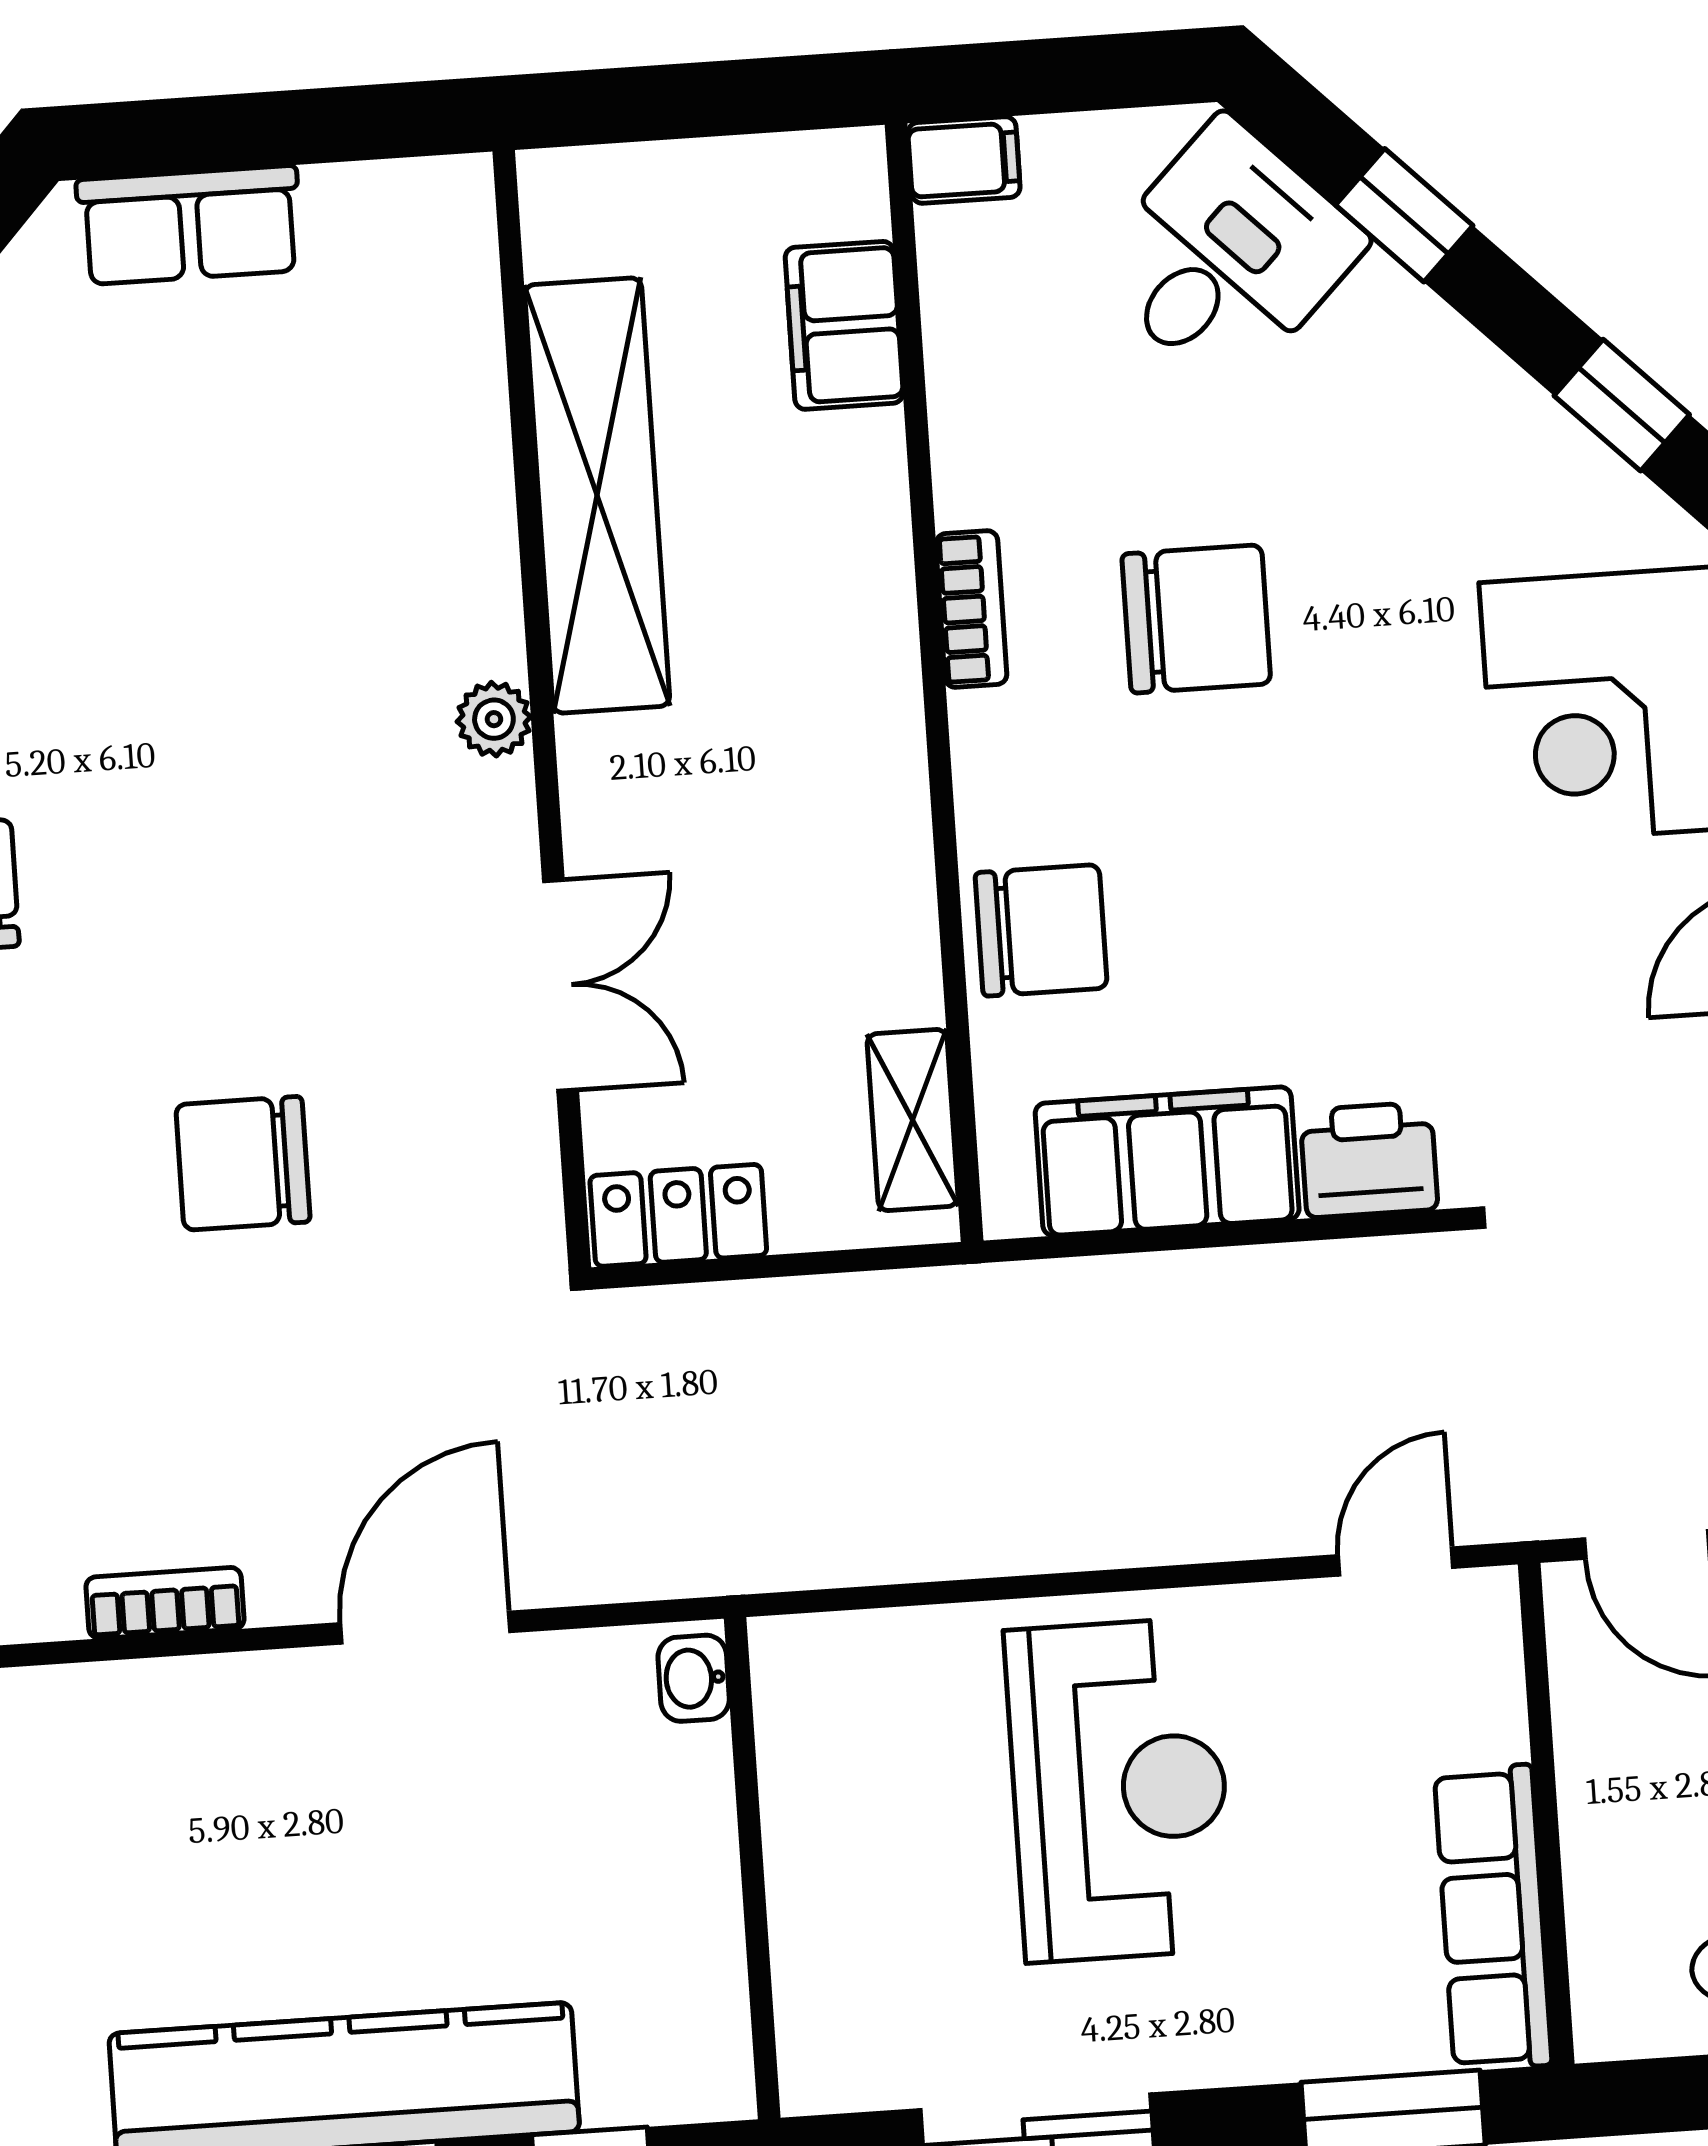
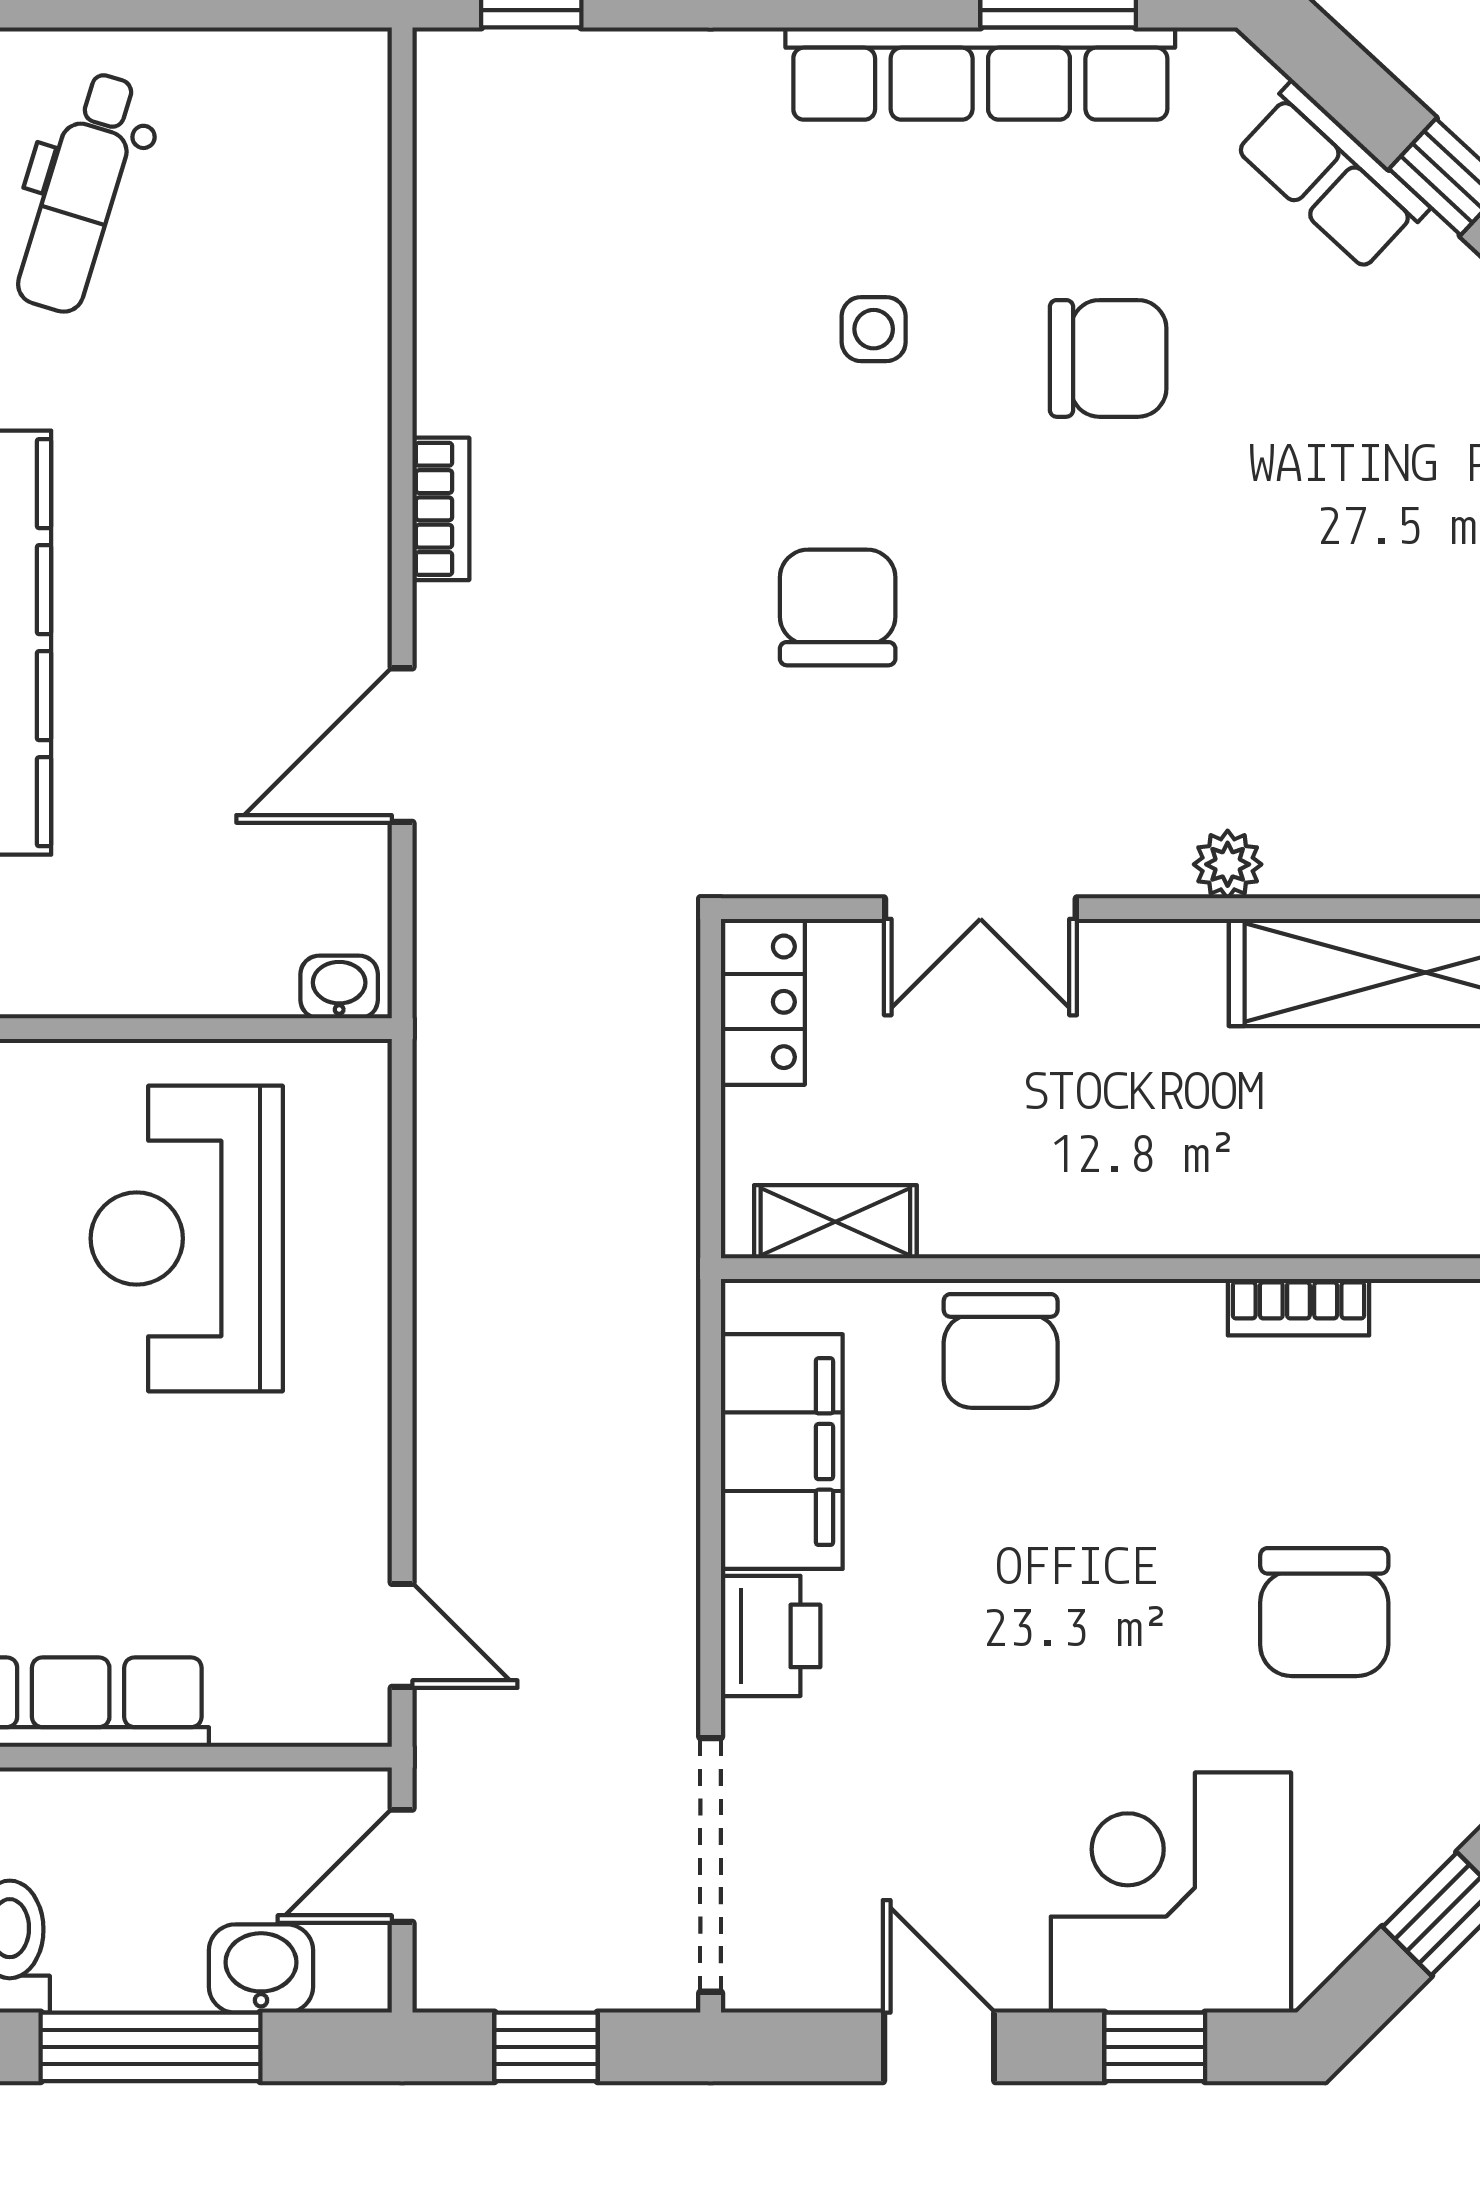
chair: (1196, 619) -> (1324, 1612), moved
door: (425, 1628) -> (402, 745), swing flipped
reception desk: (1119, 1790) -> (187, 1238), moved, turned 90

